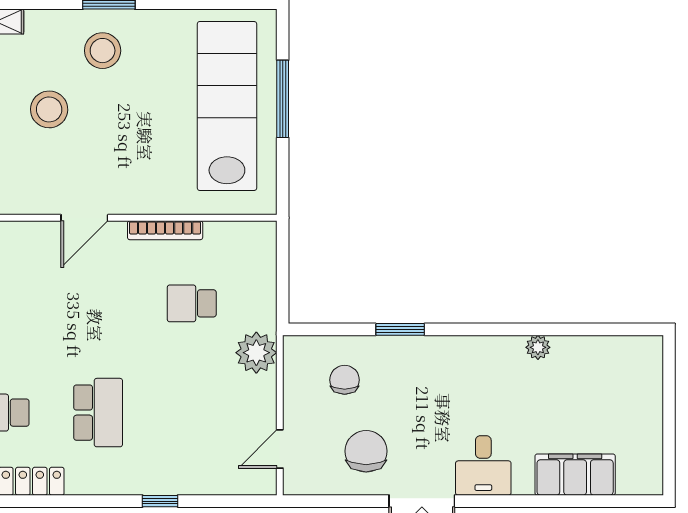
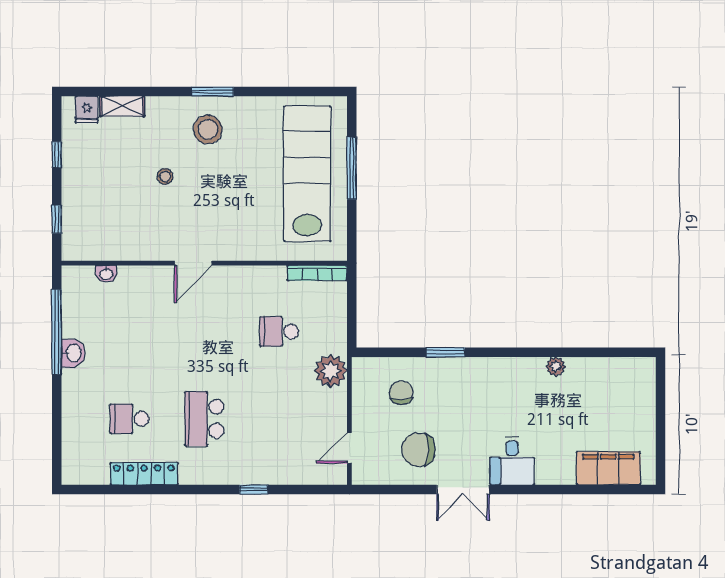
stool: (49, 109) -> (165, 176), width x0.53, depth x0.53
bookcase: (165, 230) -> (317, 273), moved
school desk: (98, 413) -> (204, 419), turned 180
chair: (366, 451) -> (418, 450), turned -90
filing cabinet: (575, 475) -> (608, 468), moved

